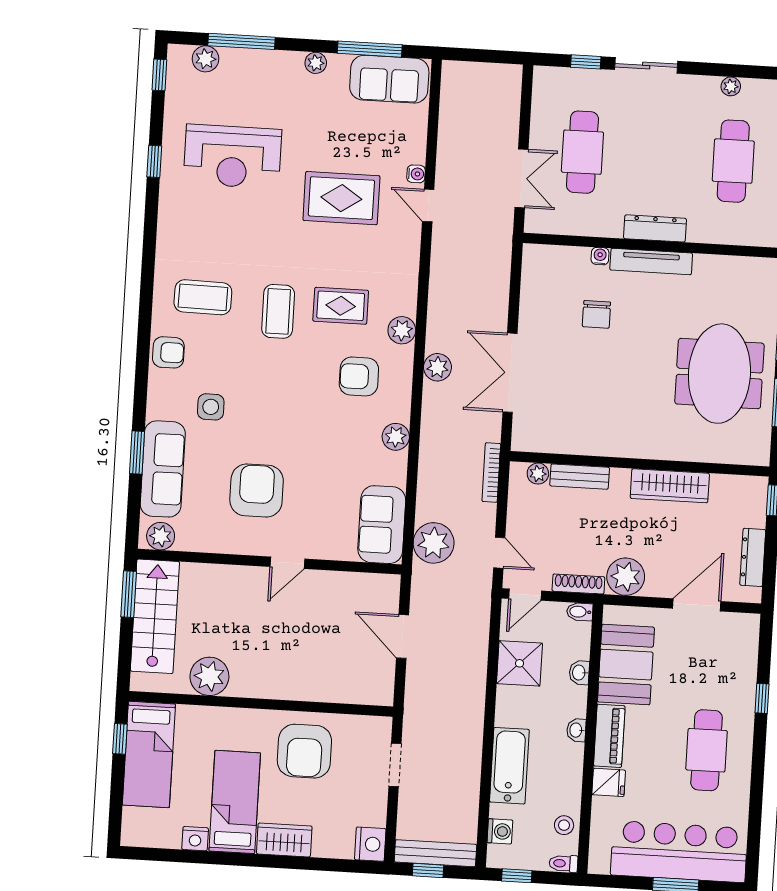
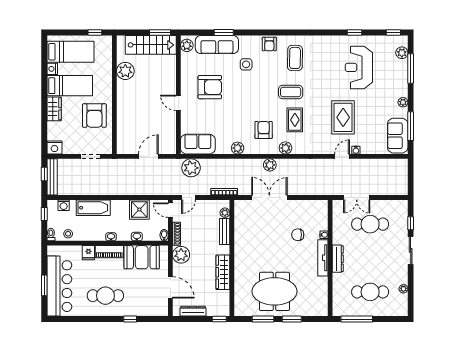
armchair: (304, 751) -> (94, 116), turned -90
bed: (149, 754) -> (70, 52), moved, turned 180

